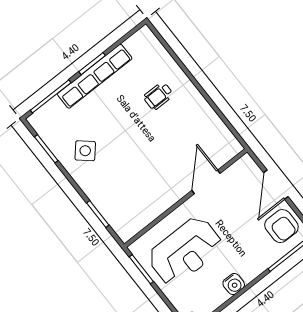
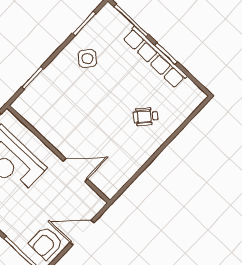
wheelchair: (158, 96) -> (146, 117), turned -48

